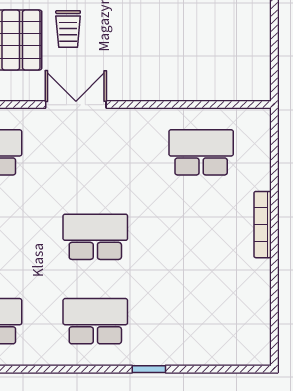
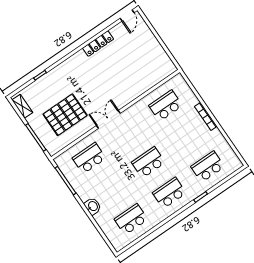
trolley: (68, 29) -> (87, 94), removed
school desk: (201, 321) -> (208, 167), added

